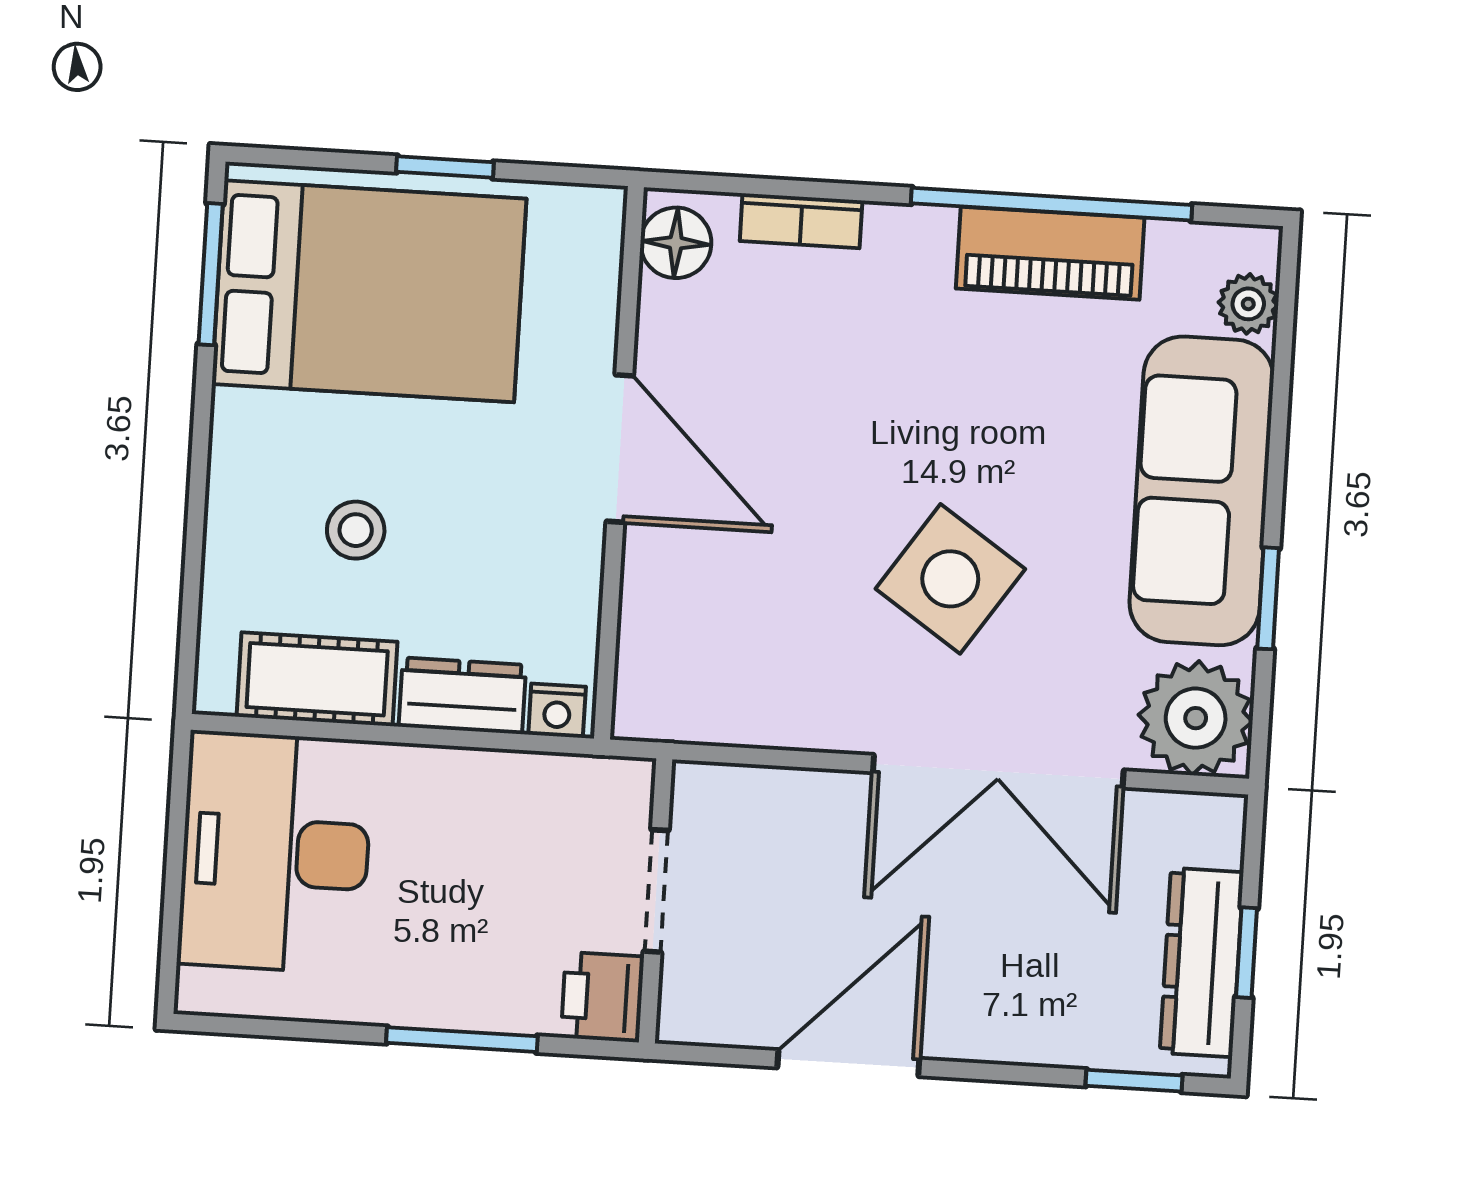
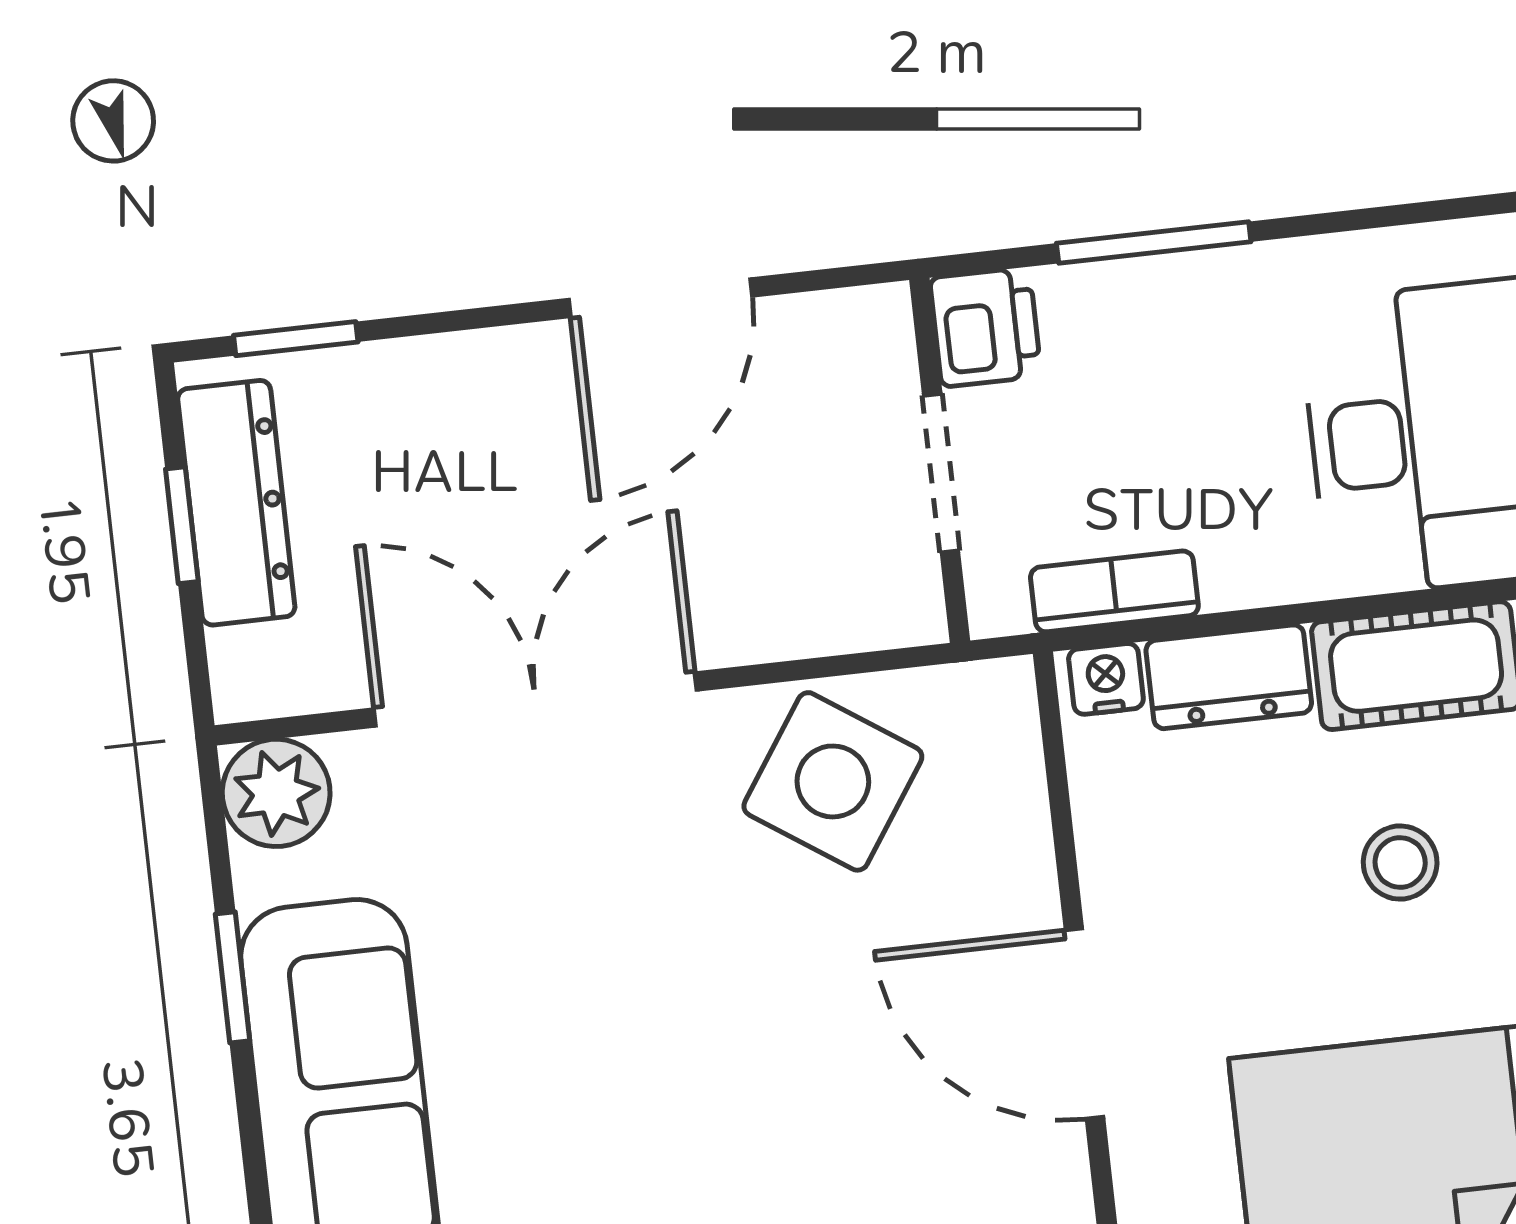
side table: (950, 579) -> (833, 781), moved
plant: (1196, 718) -> (276, 793), width x0.73, depth x0.73
bookcase: (539, 777) -> (1114, 591), added

